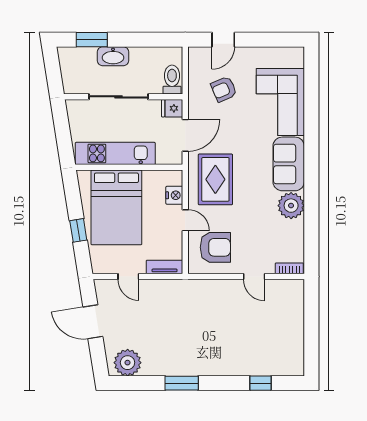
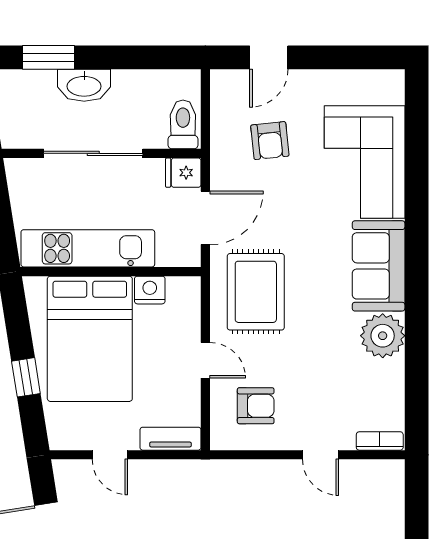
armchair: (224, 89) -> (270, 141), turned -73
nightstand: (174, 195) -> (150, 290), moved, turned -90
armchair: (215, 247) -> (256, 406), width x0.72, depth x0.72

